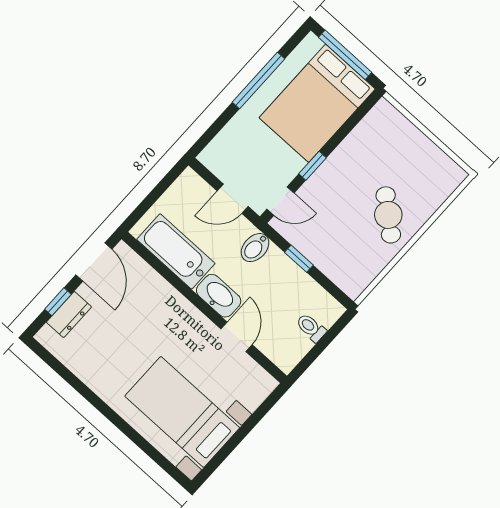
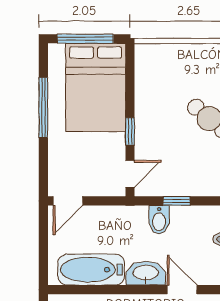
door: (233, 199) -> (68, 201), moved
bidet: (255, 248) -> (159, 220), moved

